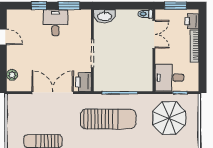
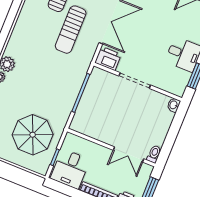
washbasin: (105, 16) -> (174, 105), width x0.52, depth x0.69
desk: (169, 78) -> (70, 169), moved, turned 180
sun lounger: (108, 119) -> (71, 30), moved, width x0.73, depth x0.75

